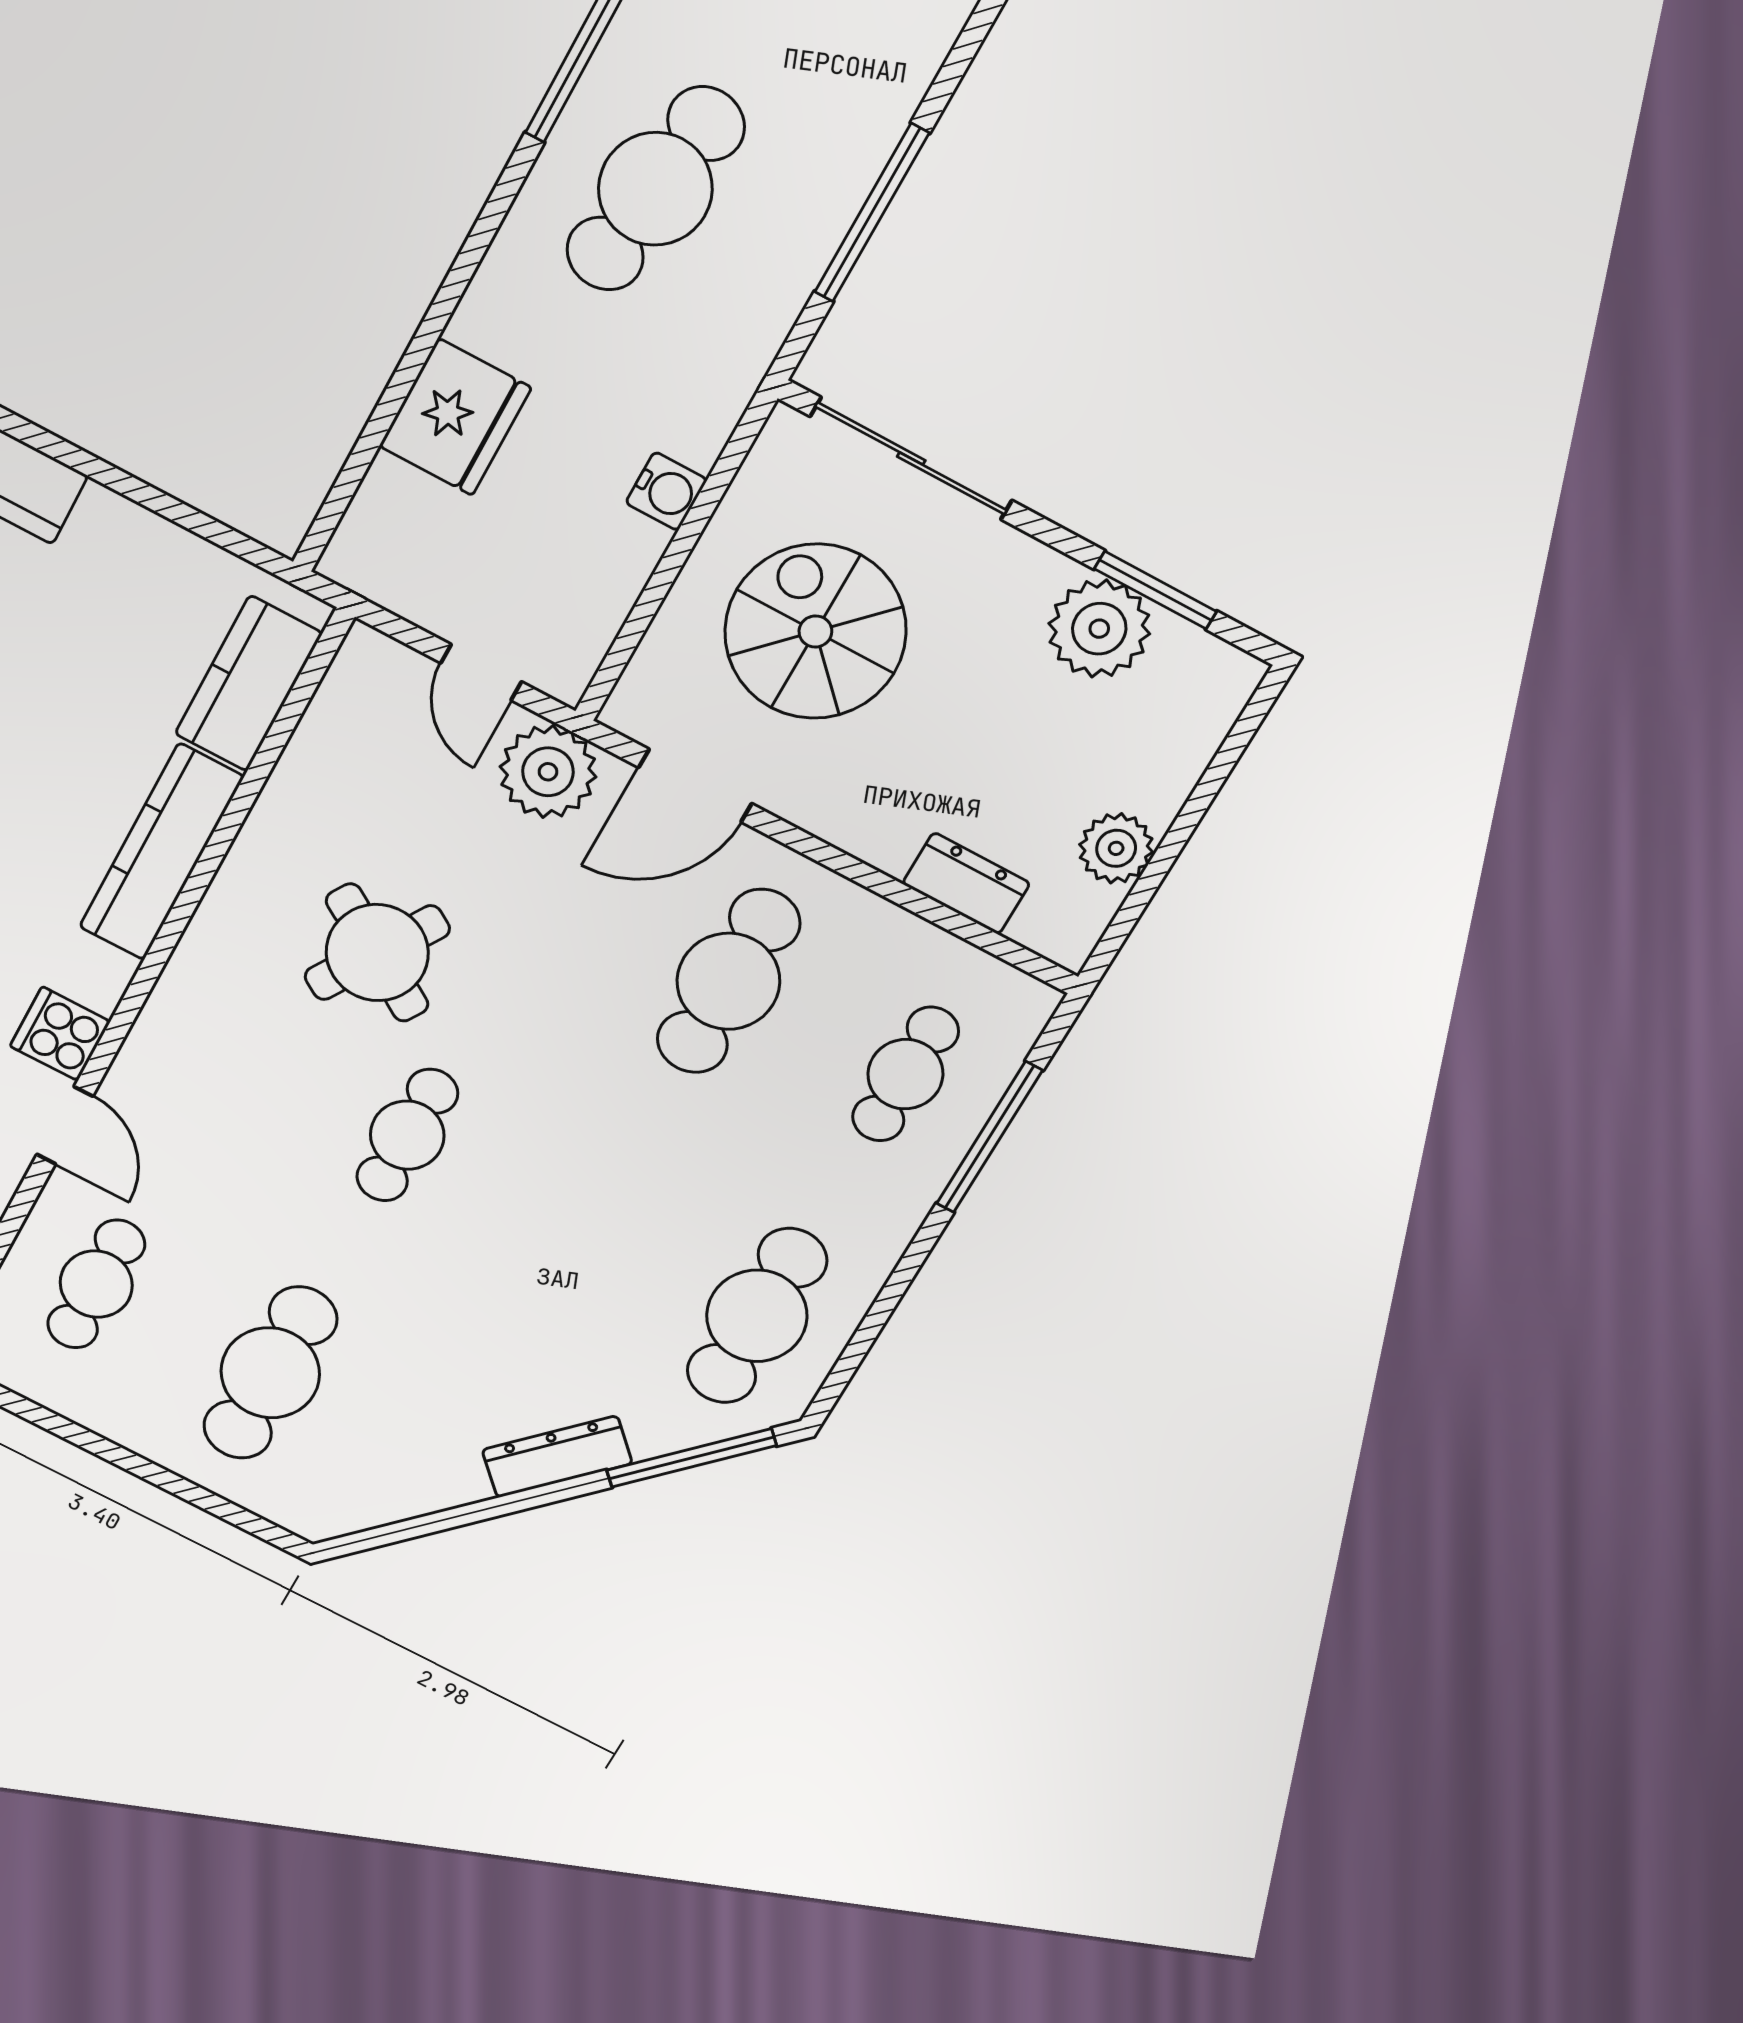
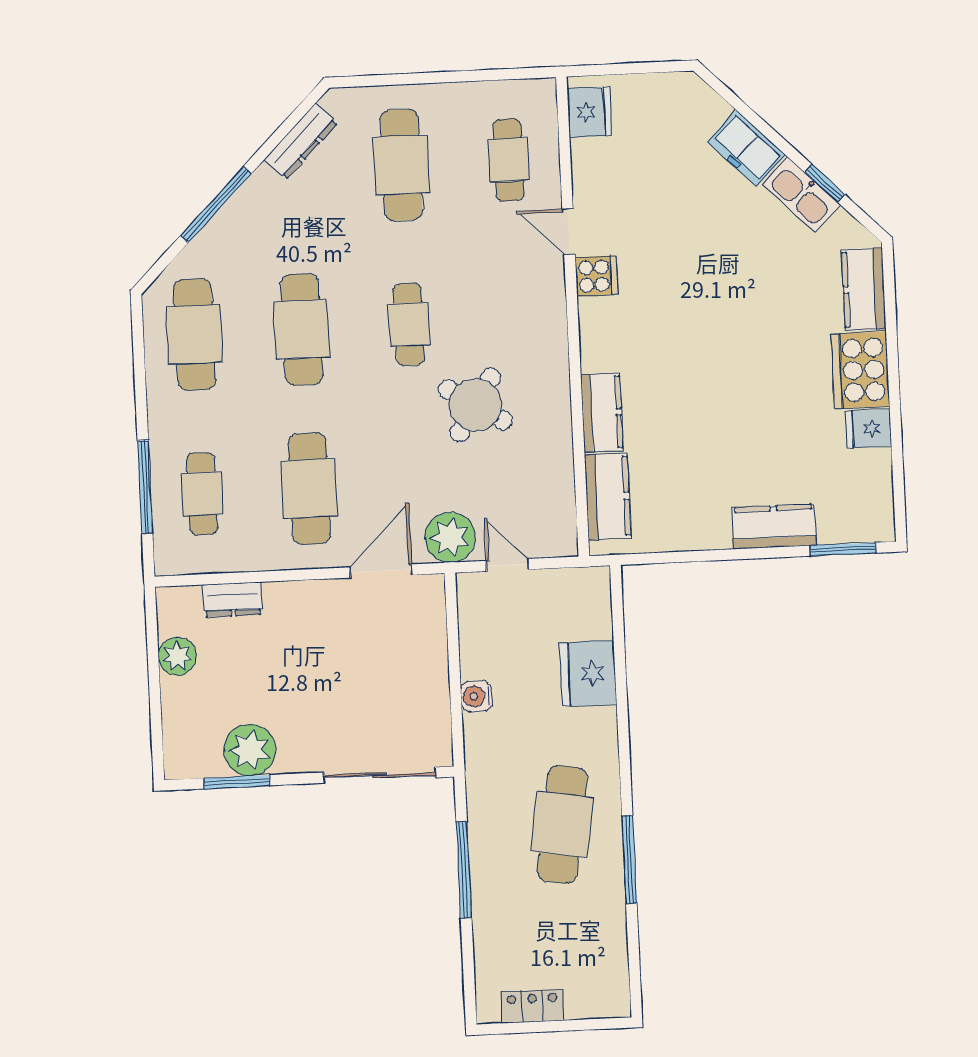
spiral stairs: (815, 631) -> (372, 673), removed
kitchen counter: (161, 852) -> (602, 413), width x0.67
cafe table: (583, 1226) -> (302, 329), added
dresser: (557, 1457) -> (301, 141), moved
window: (692, 1458) -> (216, 205), moved

